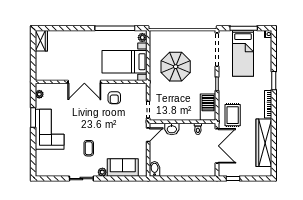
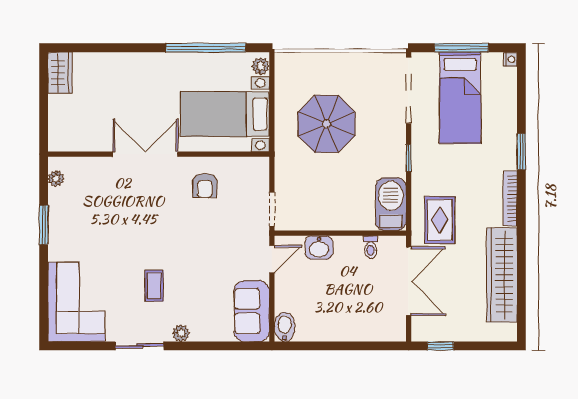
double door: (84, 82) -> (145, 154), swing flipped
corner sofa: (50, 129) -> (76, 302), moved
sofa: (123, 168) -> (252, 311), moved, turned -90

